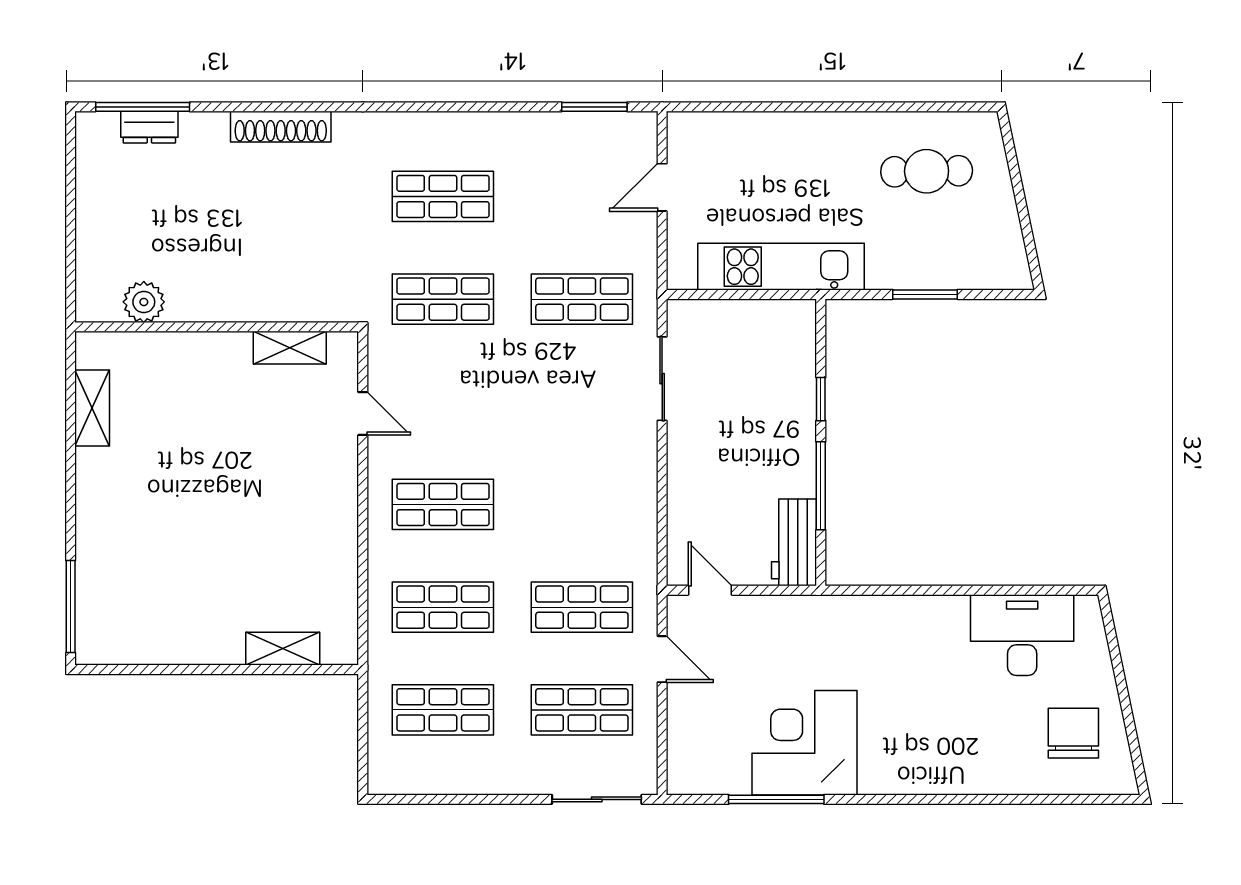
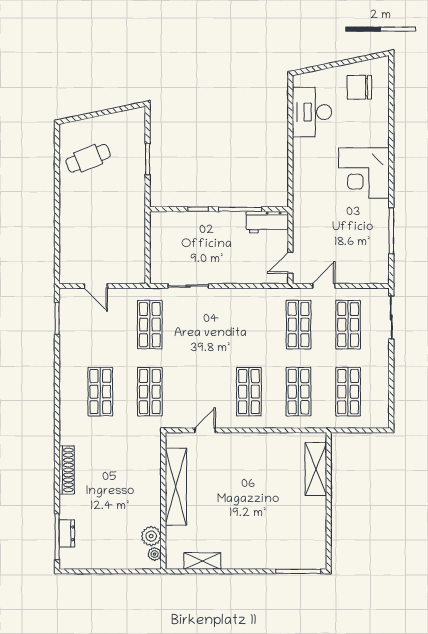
cafe table: (927, 171) -> (88, 158), turned 69
kitchen unit: (781, 267) -> (134, 228), removed
plant: (107, 309) -> (155, 554), added
shelving: (290, 348) -> (176, 487), width x2.20, depth x1.33
shelving: (283, 649) -> (316, 469), width x1.50, depth x1.33
corner desk: (804, 743) -> (364, 173), moved

